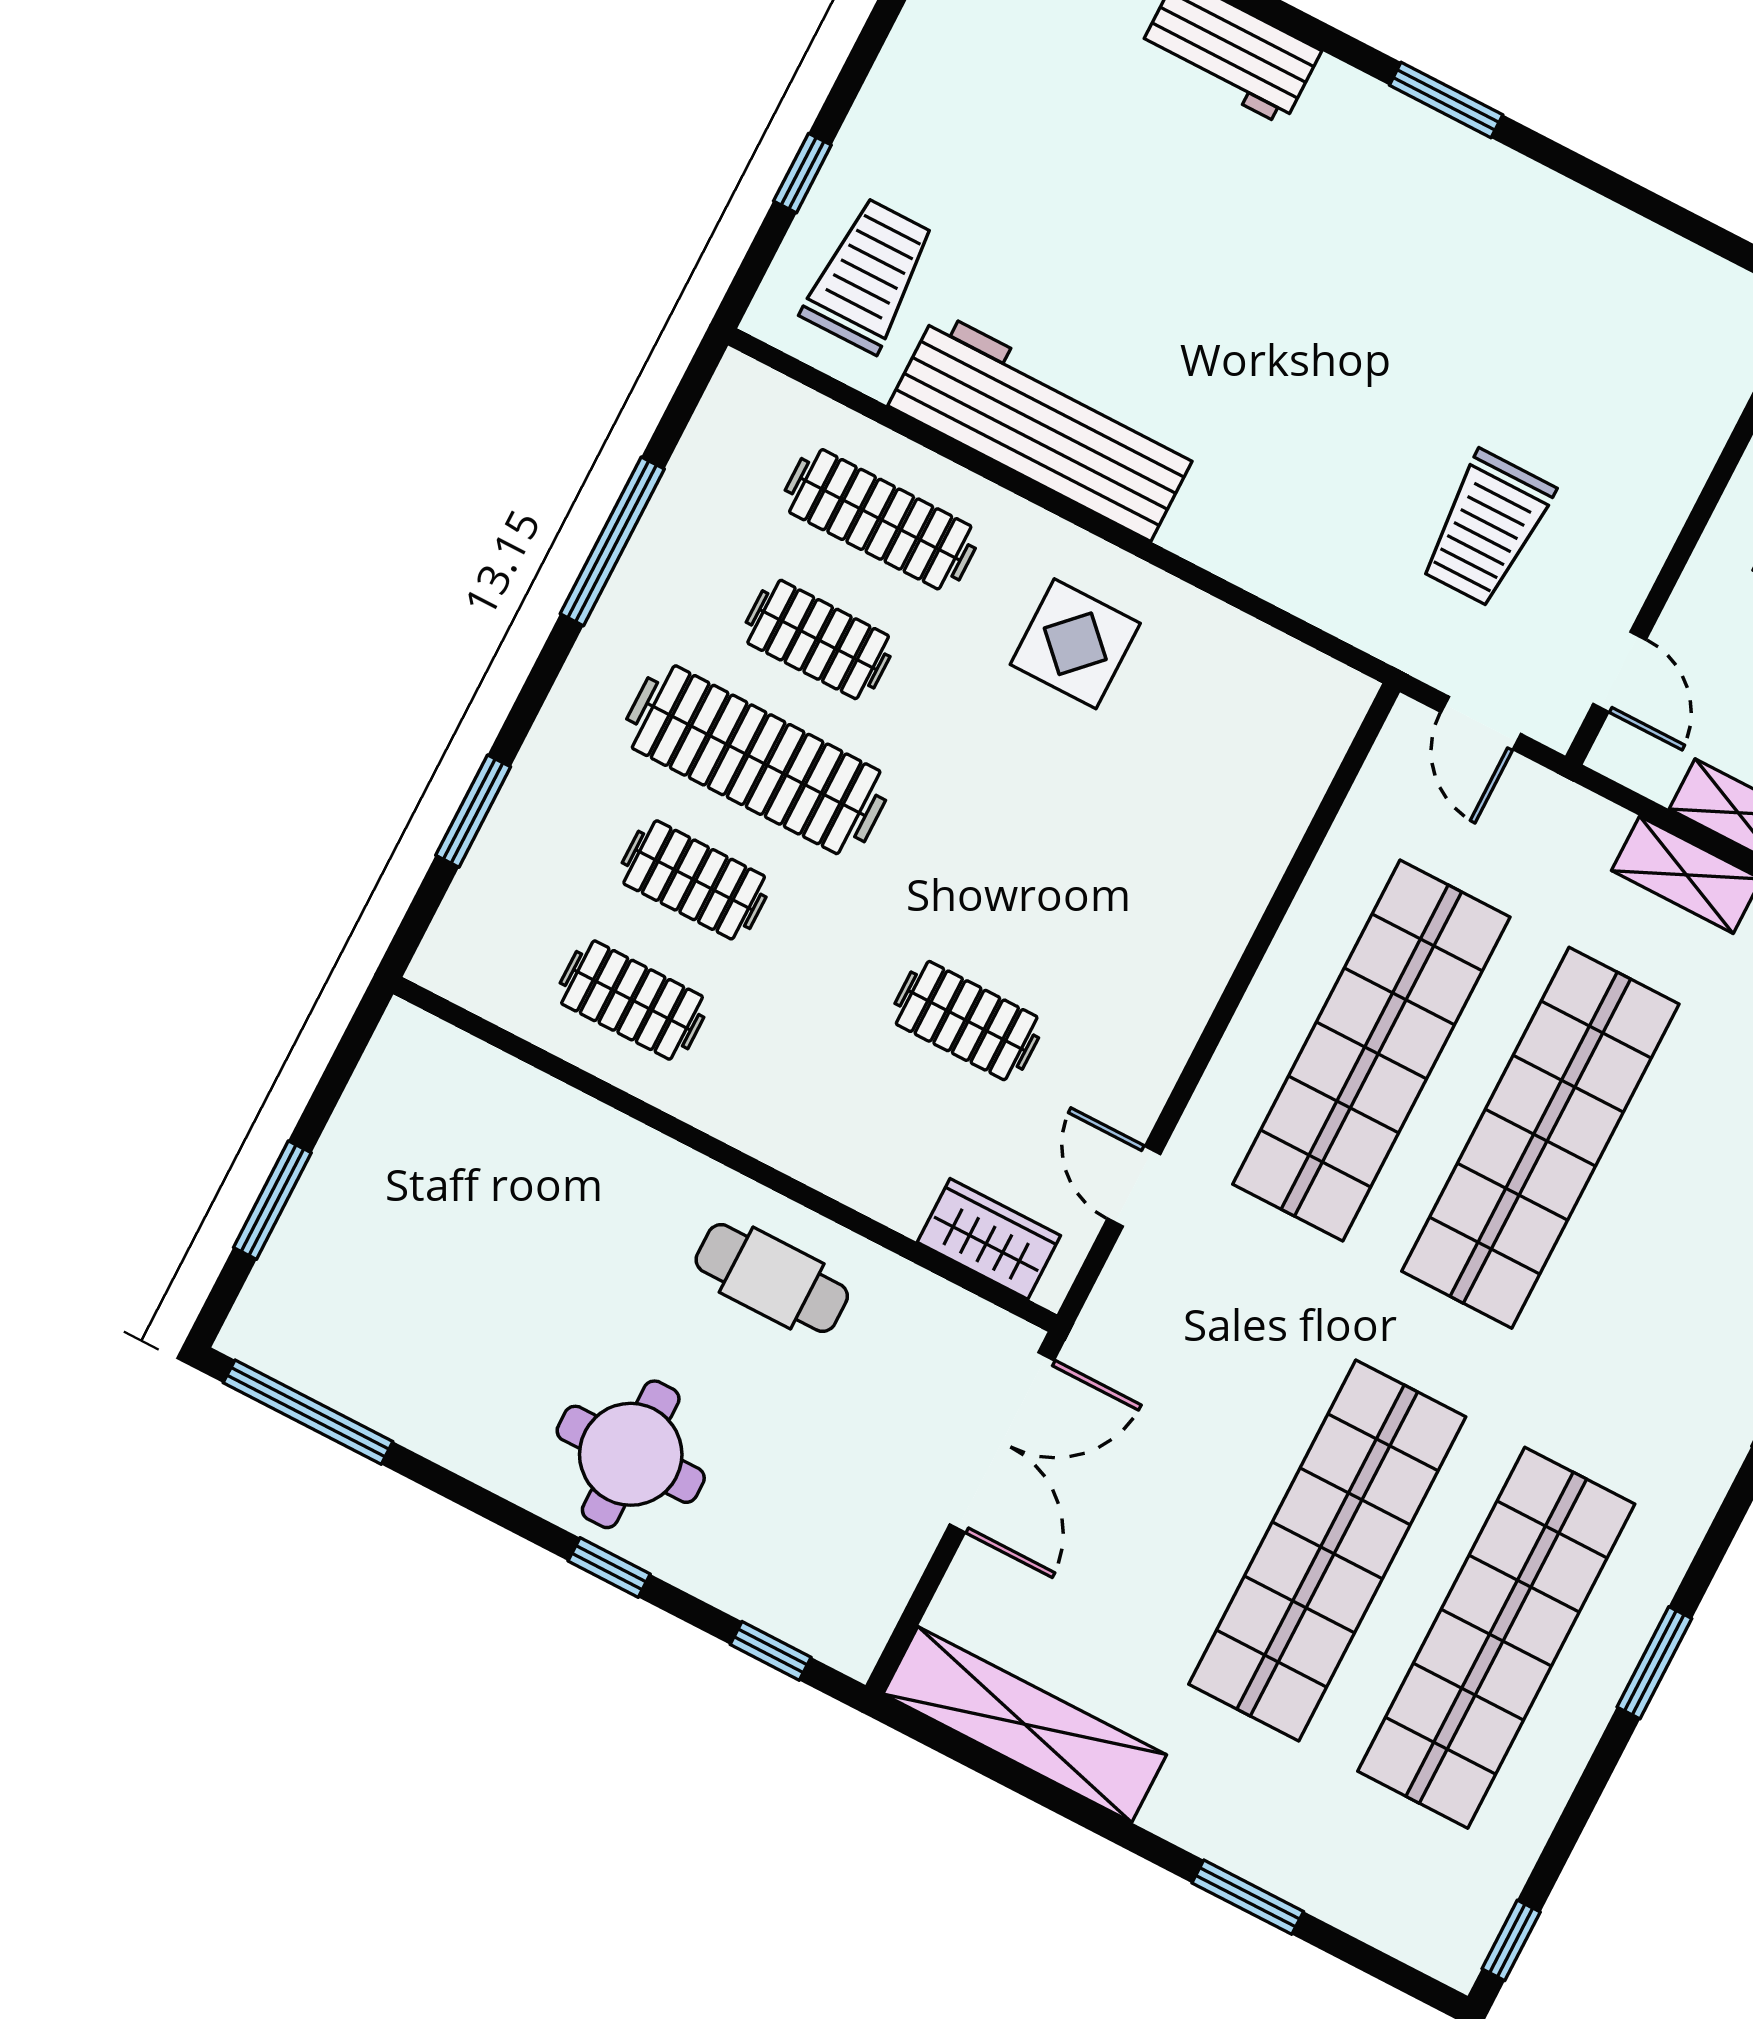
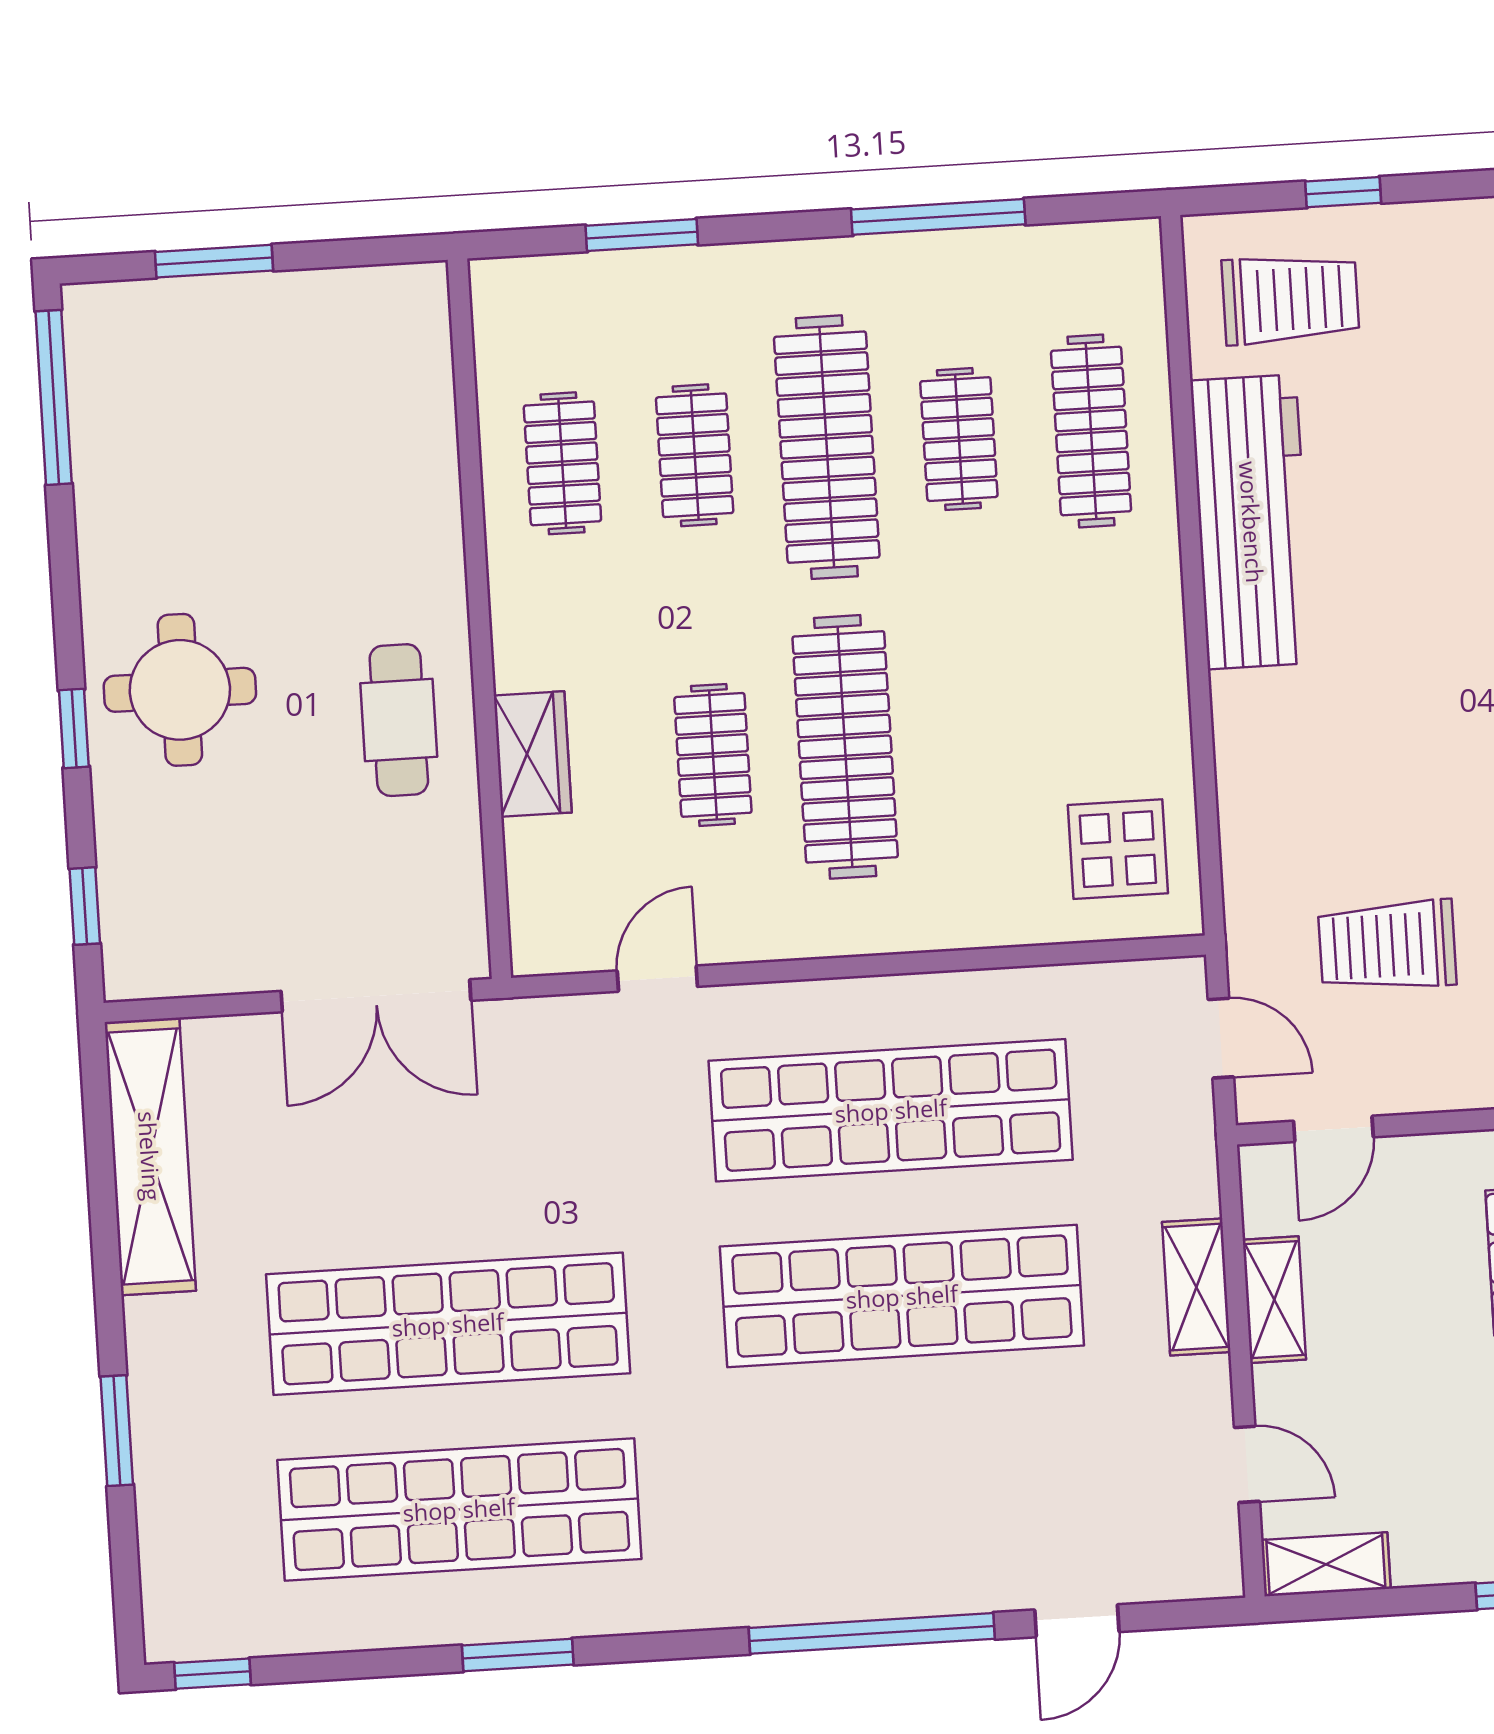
display table: (1075, 644) -> (1118, 849), moved
door: (1481, 723) -> (1221, 1038), swing flipped
clothes rail: (1029, 900) -> (845, 747), added
wardrobe: (989, 1239) -> (533, 754), moved

